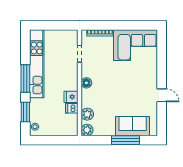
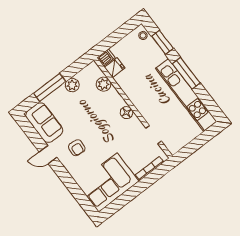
armchair: (139, 85) -> (77, 148), added
fridge: (71, 97) -> (115, 68), moved
dishwasher: (72, 108) -> (106, 58), moved
sofa: (133, 126) -> (44, 123), moved, turned -90
plant: (87, 130) -> (72, 85), moved

